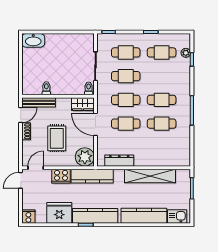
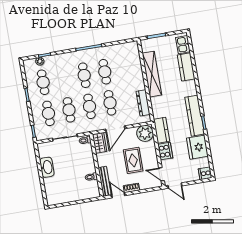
washbasin: (33, 40) -> (47, 167), moved
rug: (57, 138) -> (133, 160), turned 90
kitchen counter: (92, 176) -> (162, 130), width x0.67
kitchen counter: (144, 216) -> (186, 67), width x0.67

